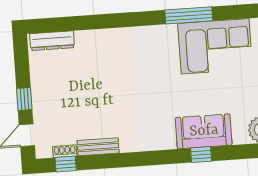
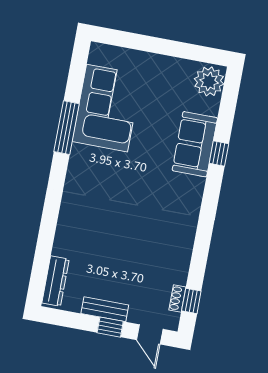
bench: (98, 147) -> (105, 309), moved, turned 90

